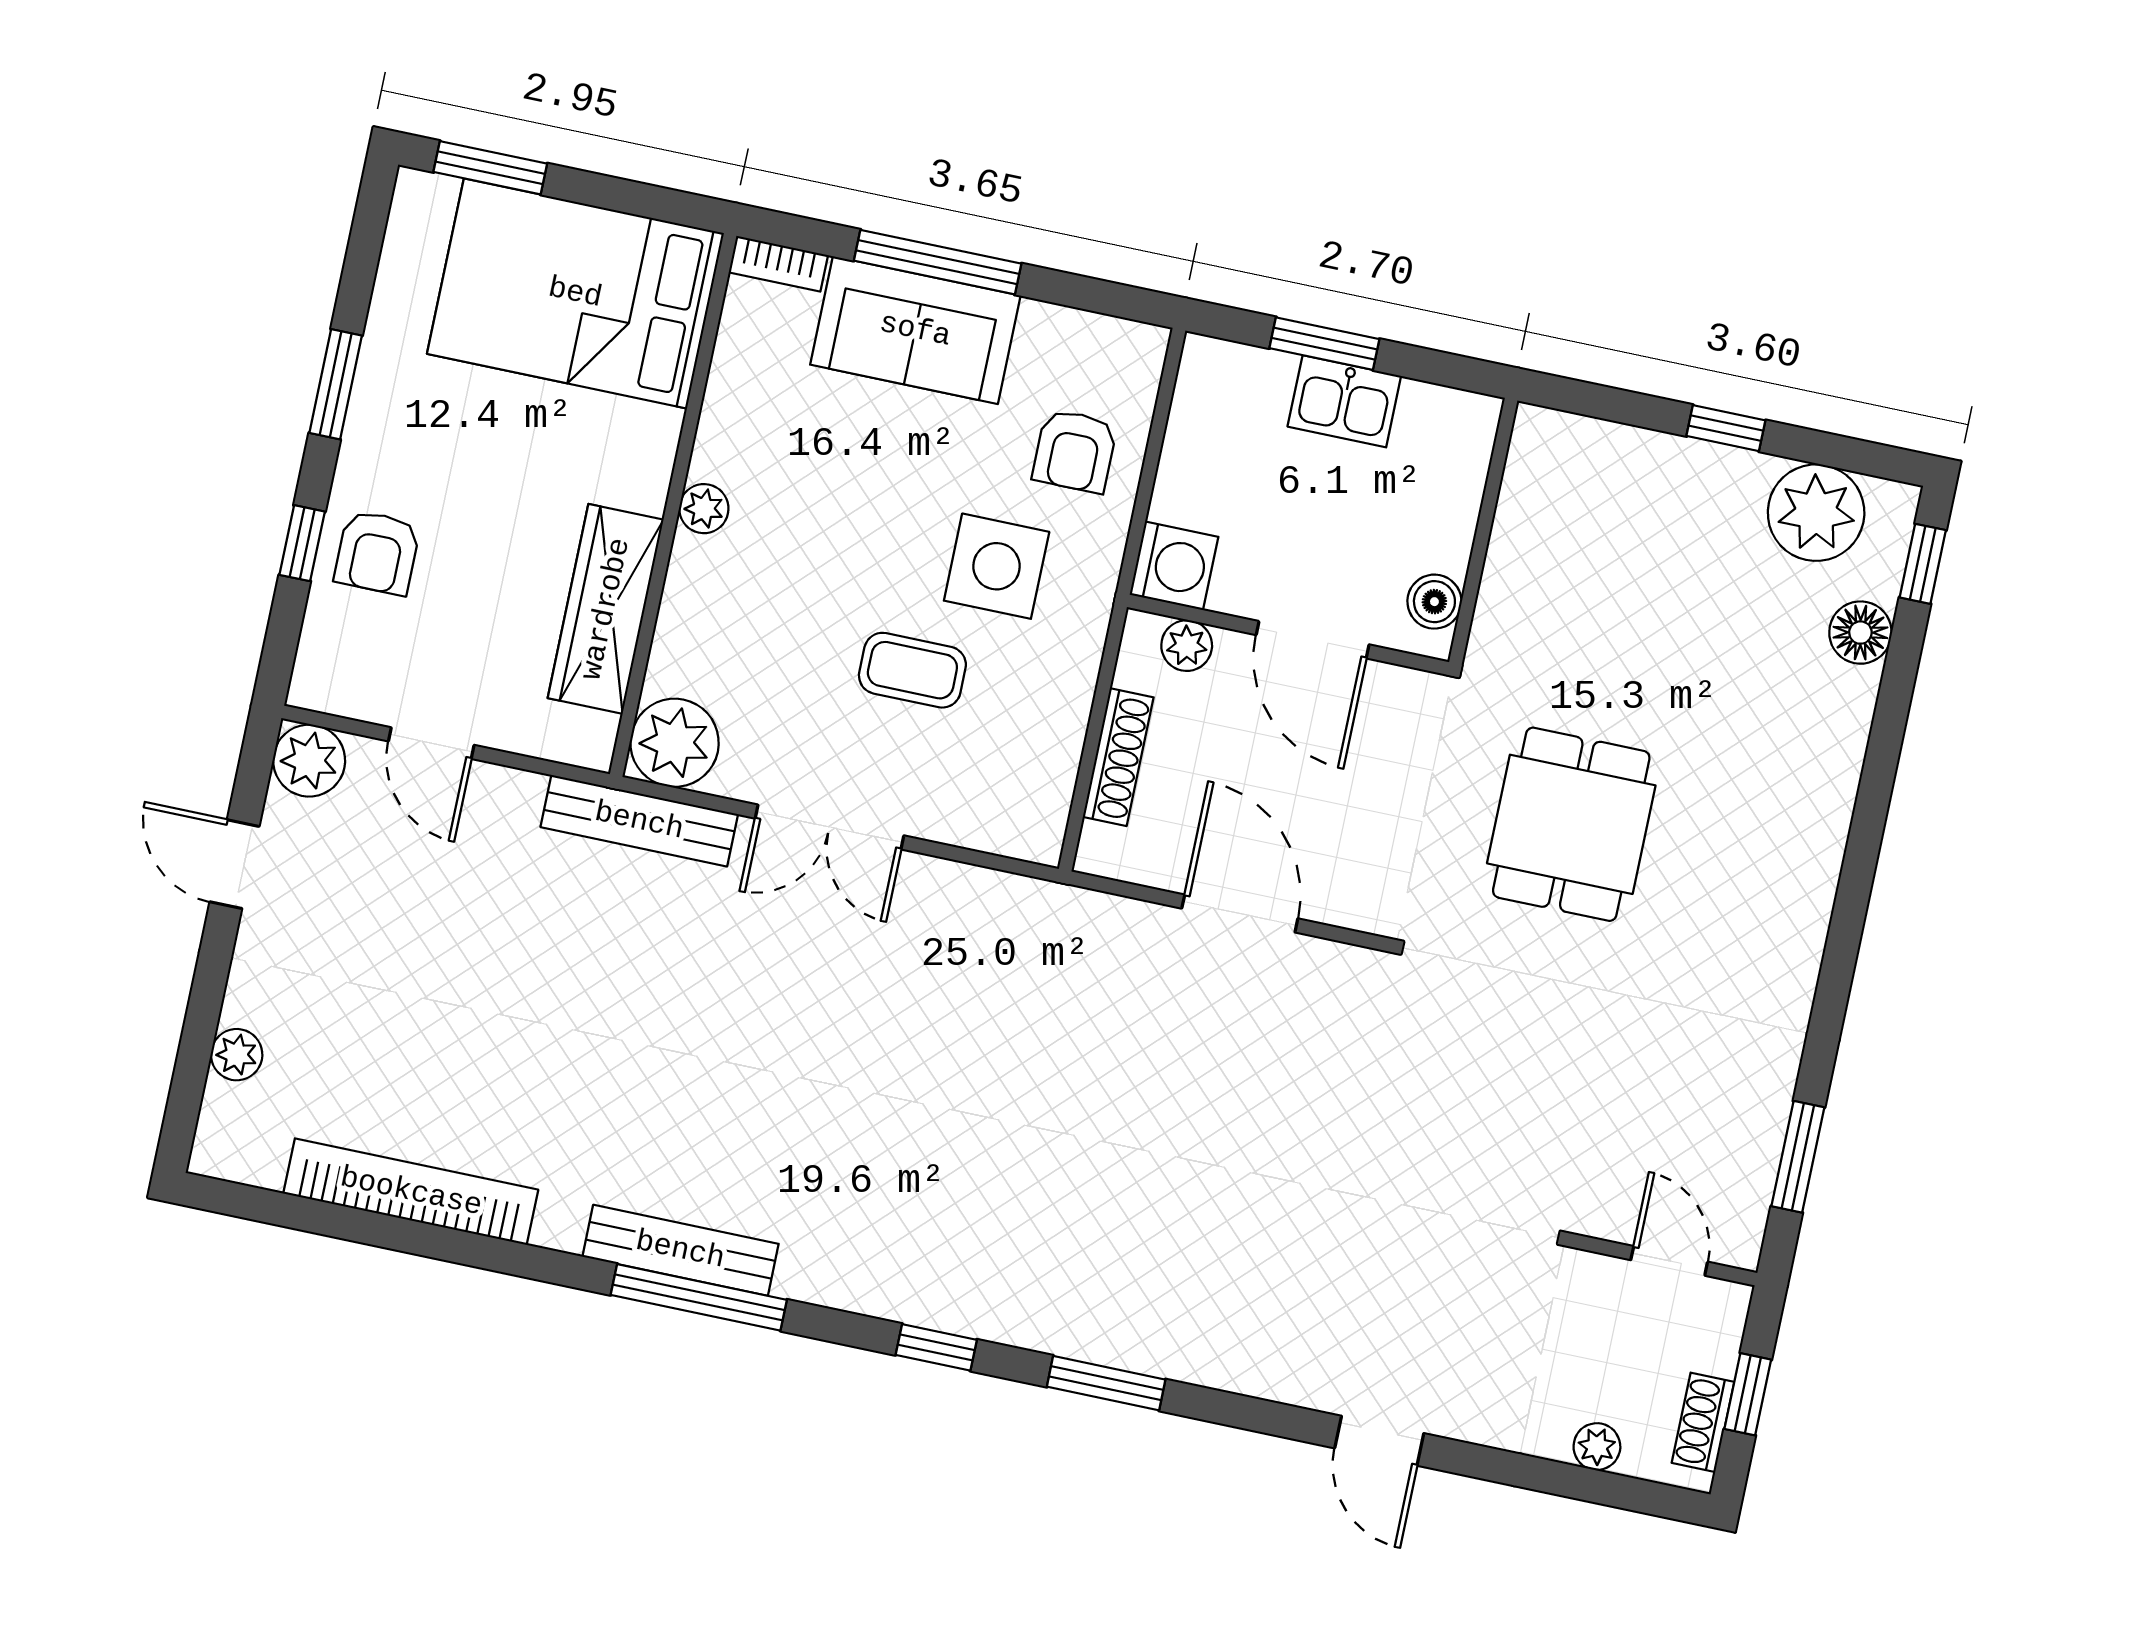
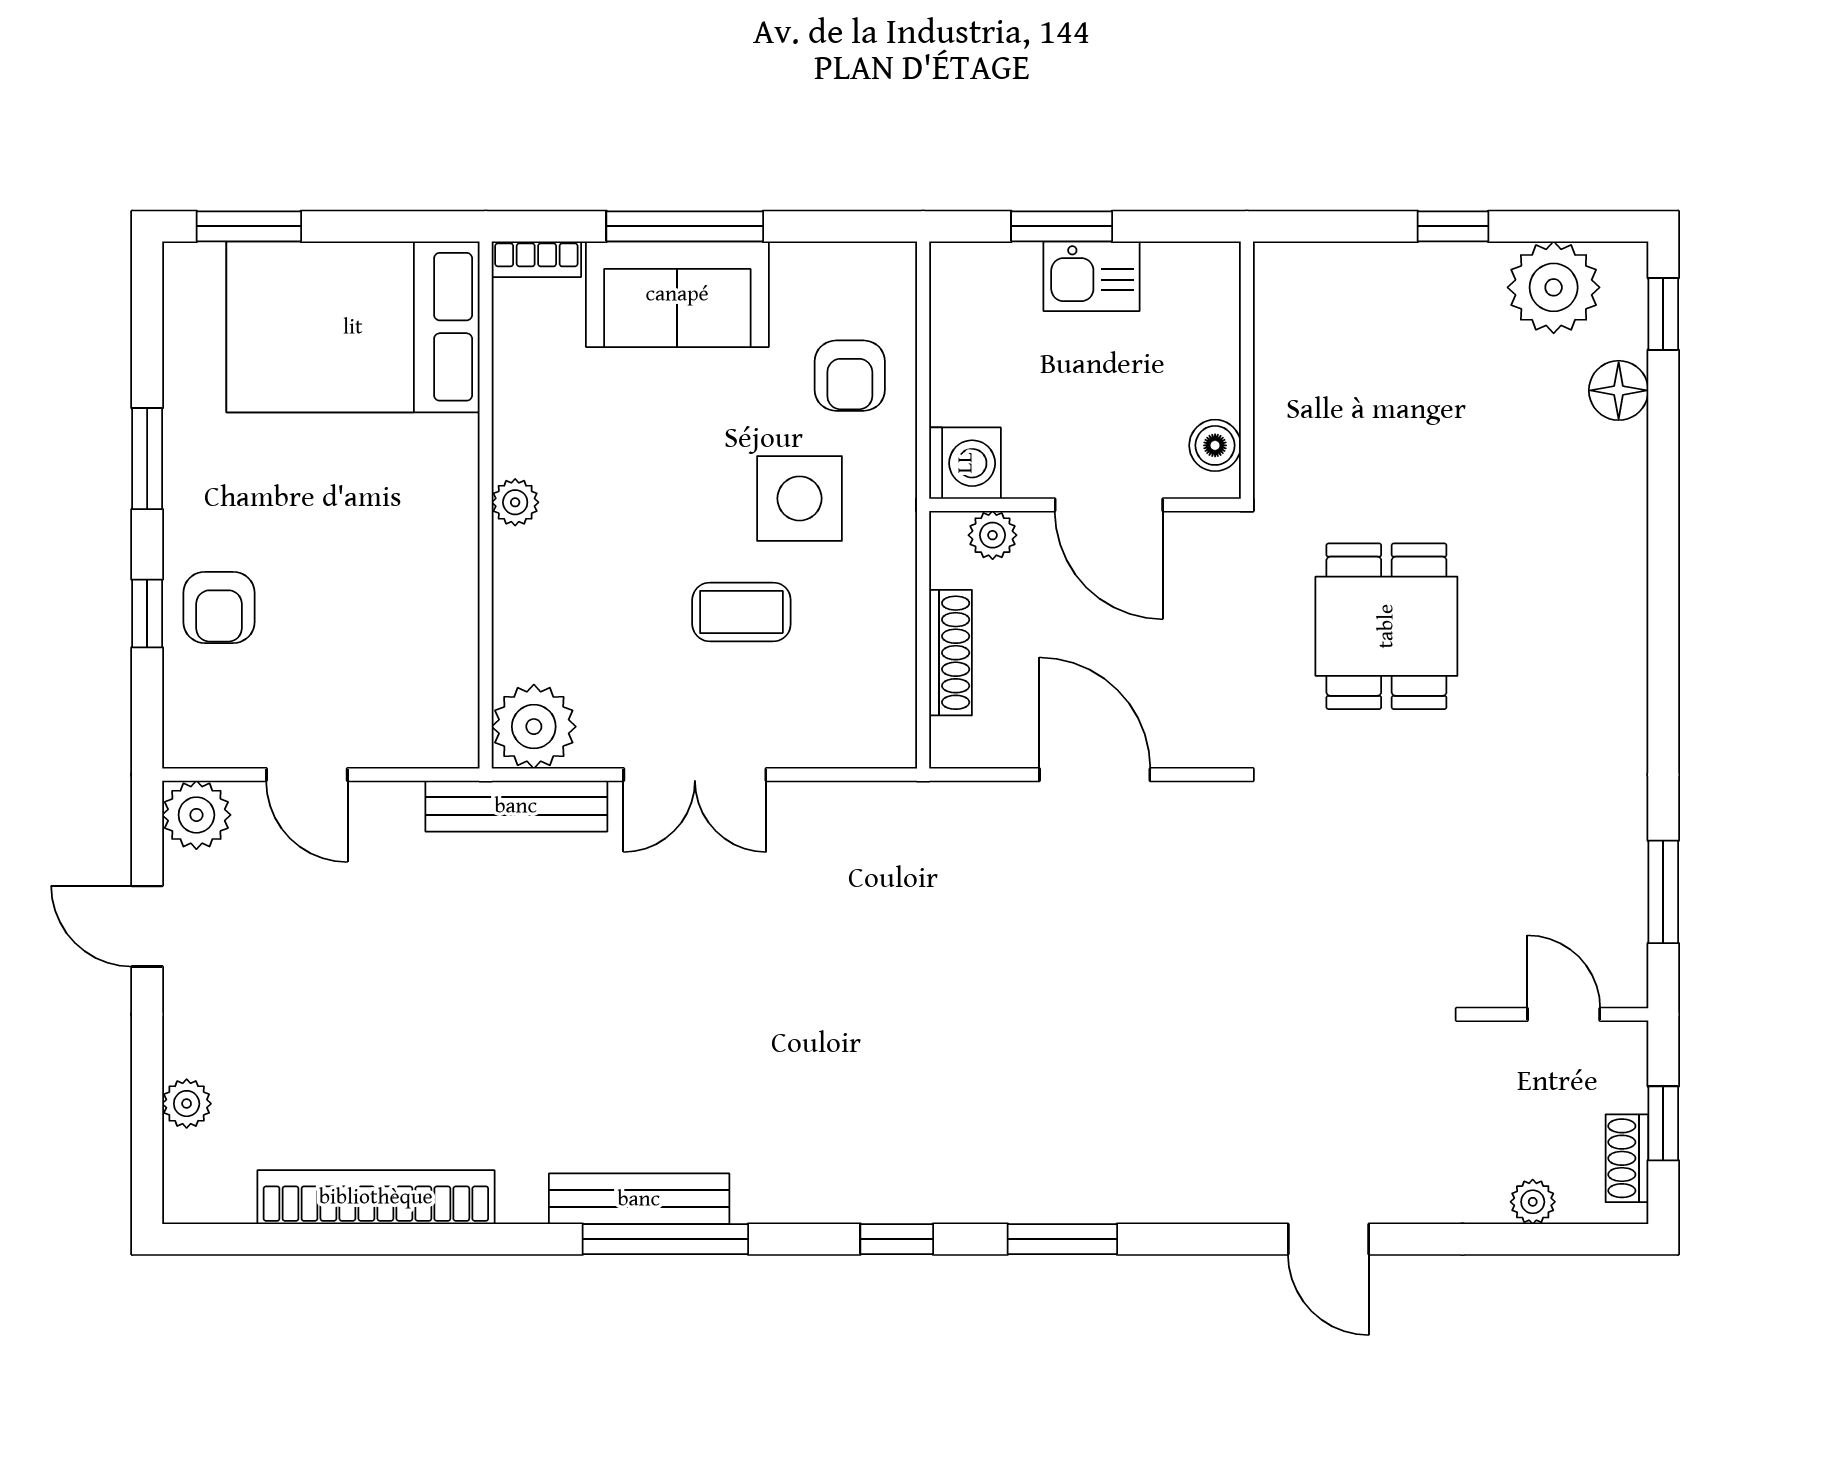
wardrobe: (606, 609) -> (443, 615), removed

